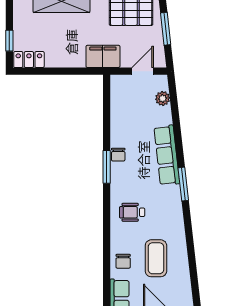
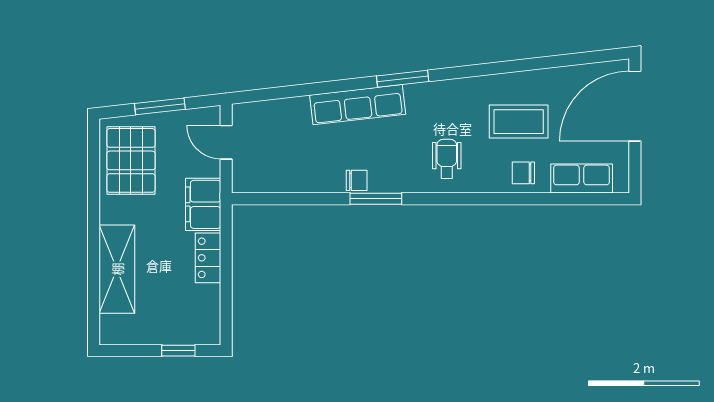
locker: (29, 60) -> (208, 258), moved
plant: (163, 98) -> (269, 111), removed
wheelchair: (132, 212) -> (447, 159), turned 180
chair: (123, 261) -> (523, 173), turned 180

